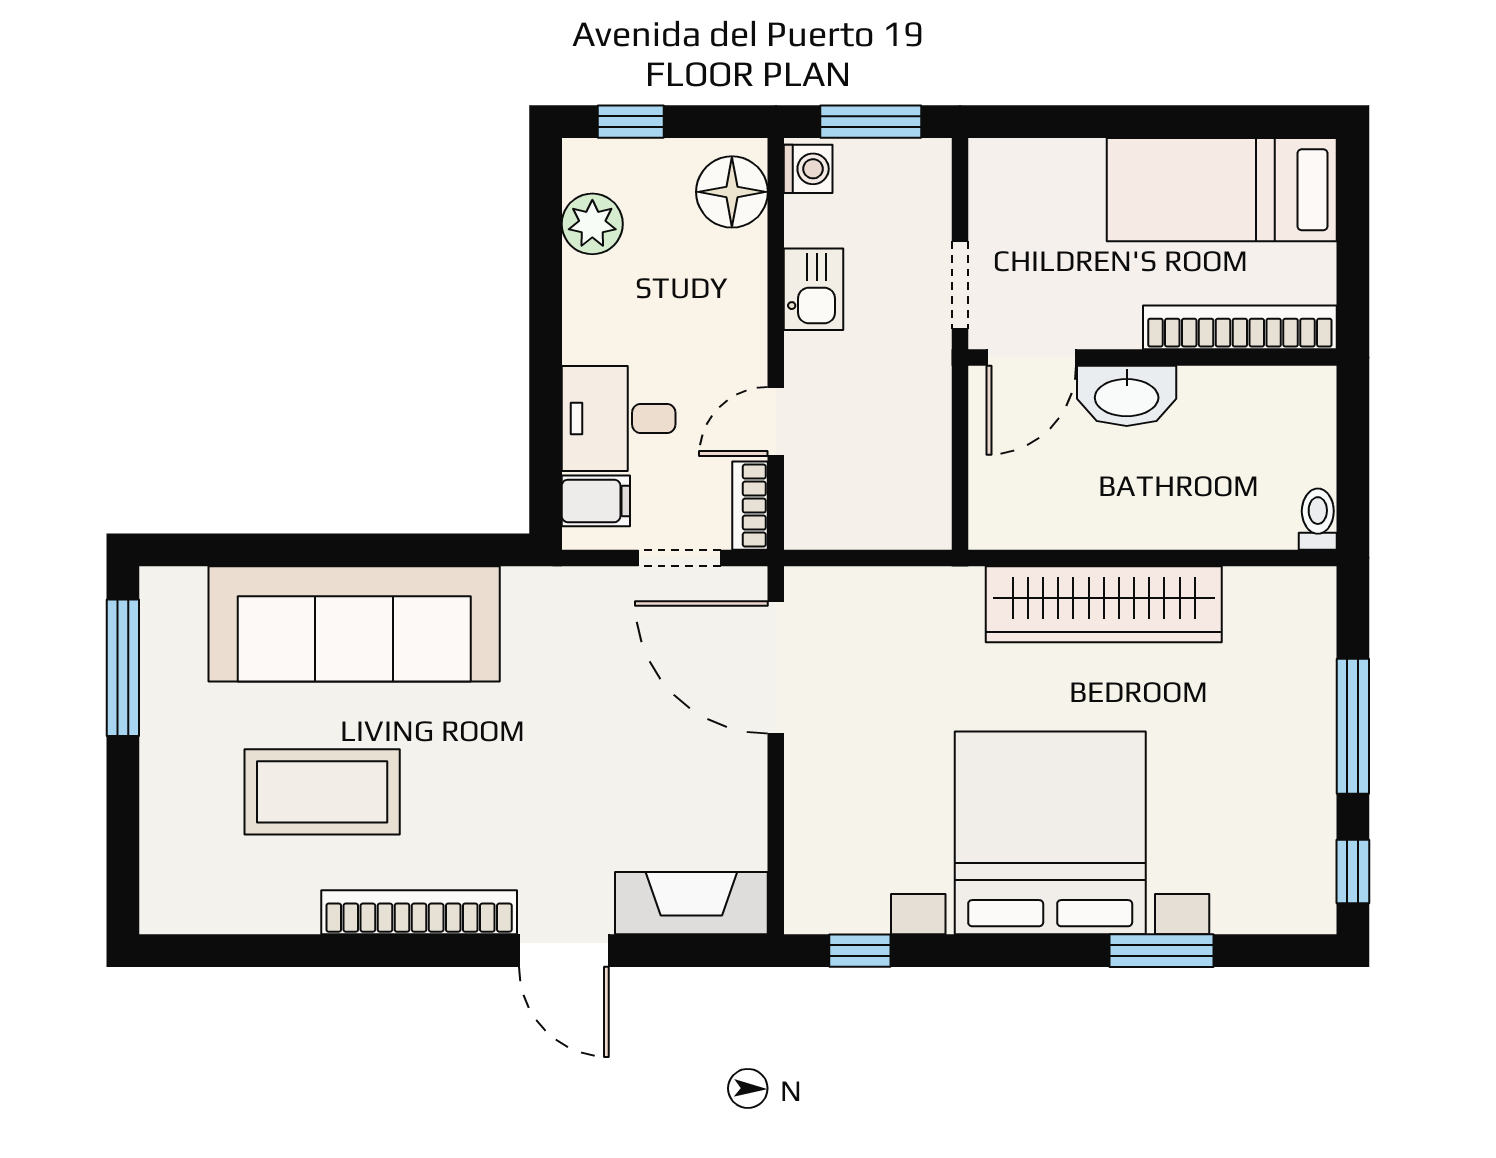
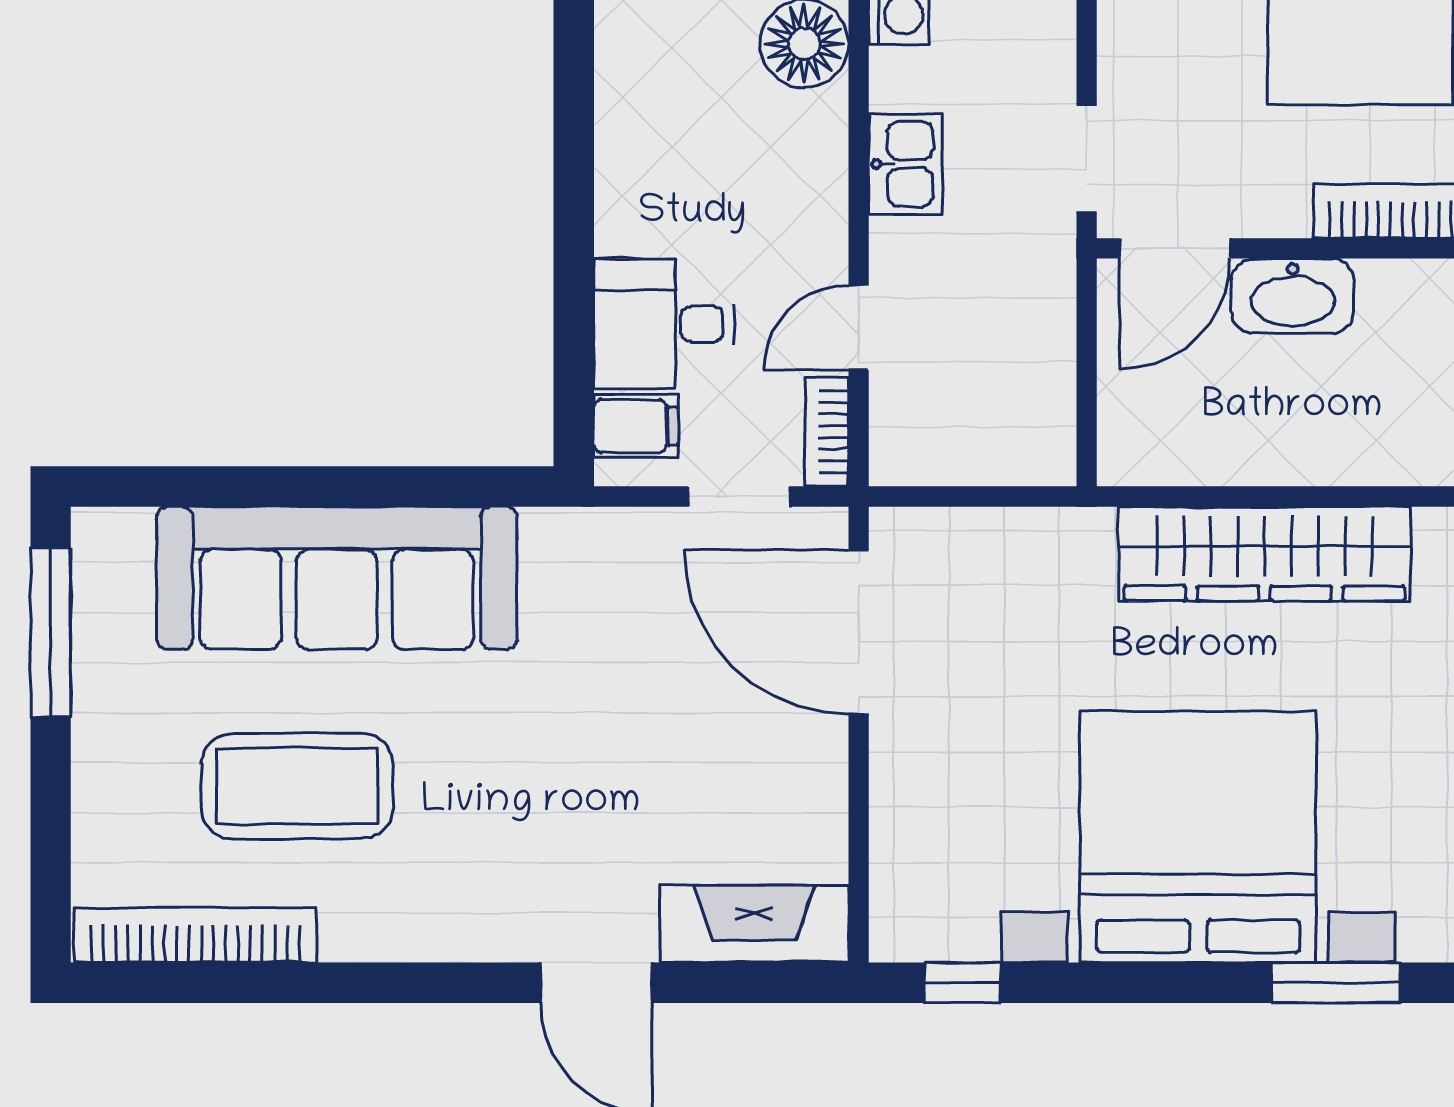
plant: (592, 224) -> (631, 83), removed
bookcase: (419, 912) -> (195, 935), moved

